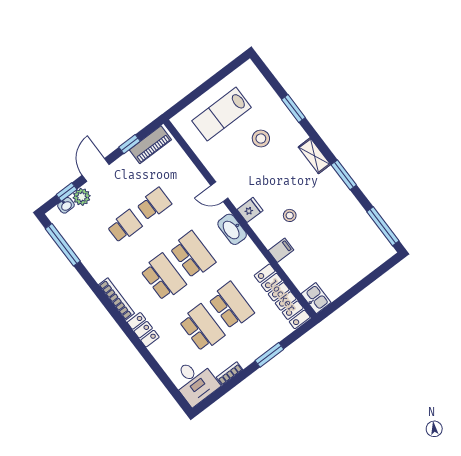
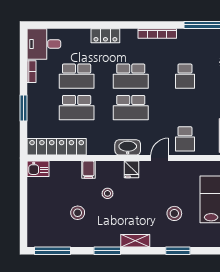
school desk: (154, 204) -> (185, 139), moved
stool: (329, 230) -> (78, 213), added
bookcase: (117, 299) -> (157, 33), moved

